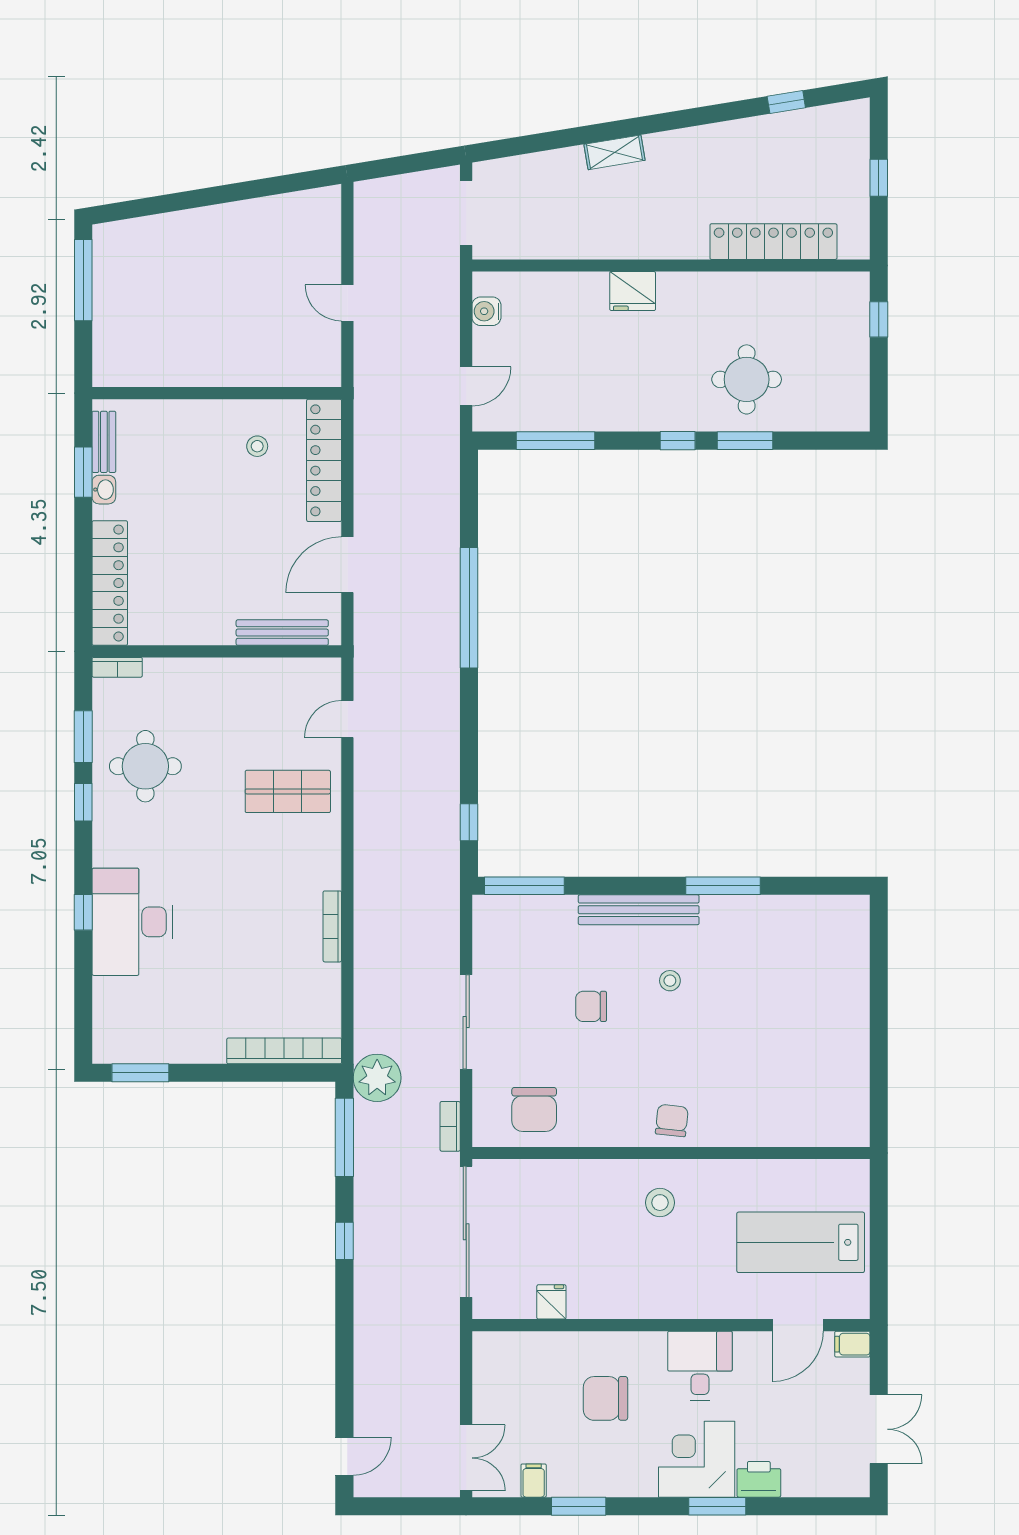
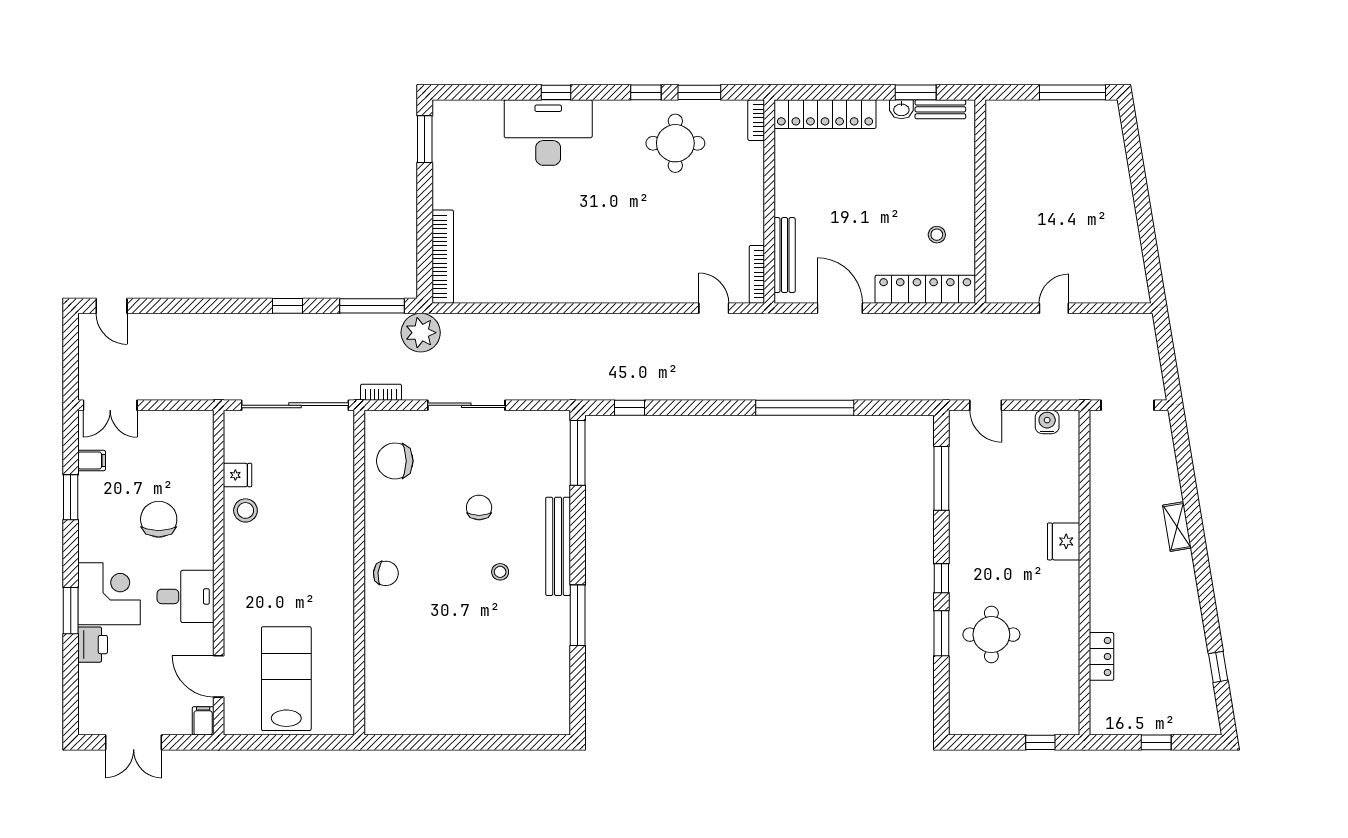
locker: (773, 242) -> (1101, 656), width x0.46, depth x0.83
shop shelf: (288, 791) -> (655, 260), removed
bookcase: (332, 926) -> (757, 274), moved, turned -90
stool: (660, 1203) -> (245, 510), moved

